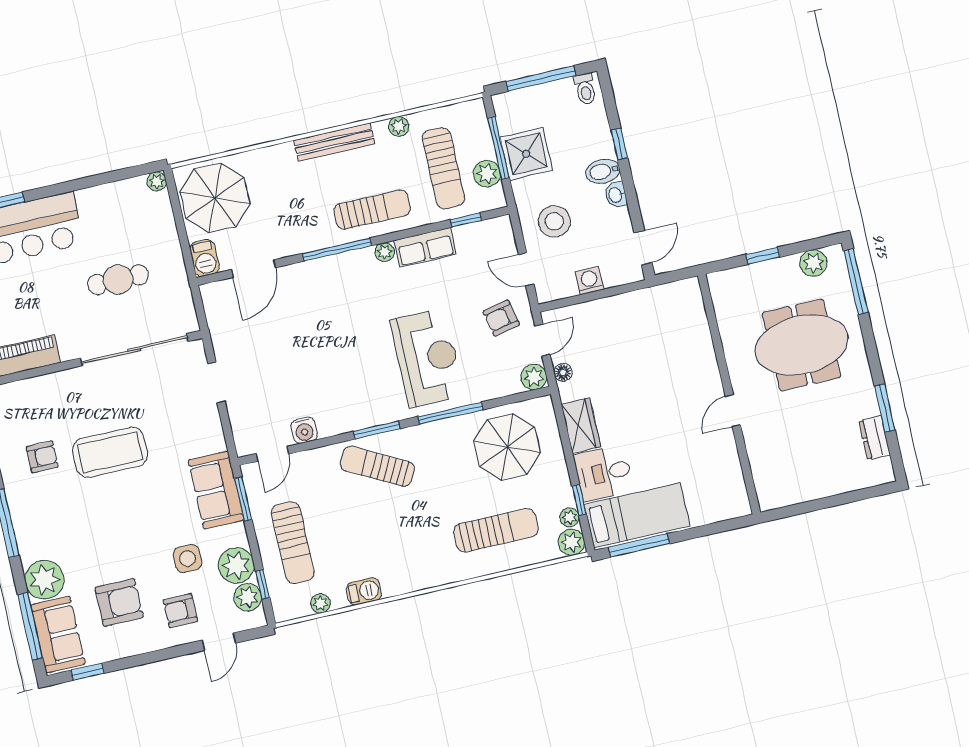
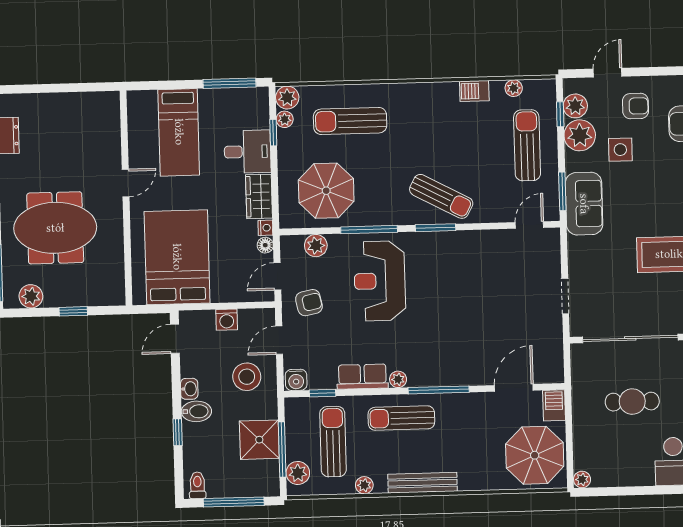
plant: (487, 174) -> (298, 473), moved
door: (526, 269) -> (279, 340), swing flipped
bed: (659, 339) -> (177, 257), added
plant: (534, 377) -> (316, 246), moved
nightstand: (567, 392) -> (265, 228), added
water cooler: (304, 430) -> (296, 380), moved, turned 180
bed: (637, 515) -> (179, 132), moved, turned -90

